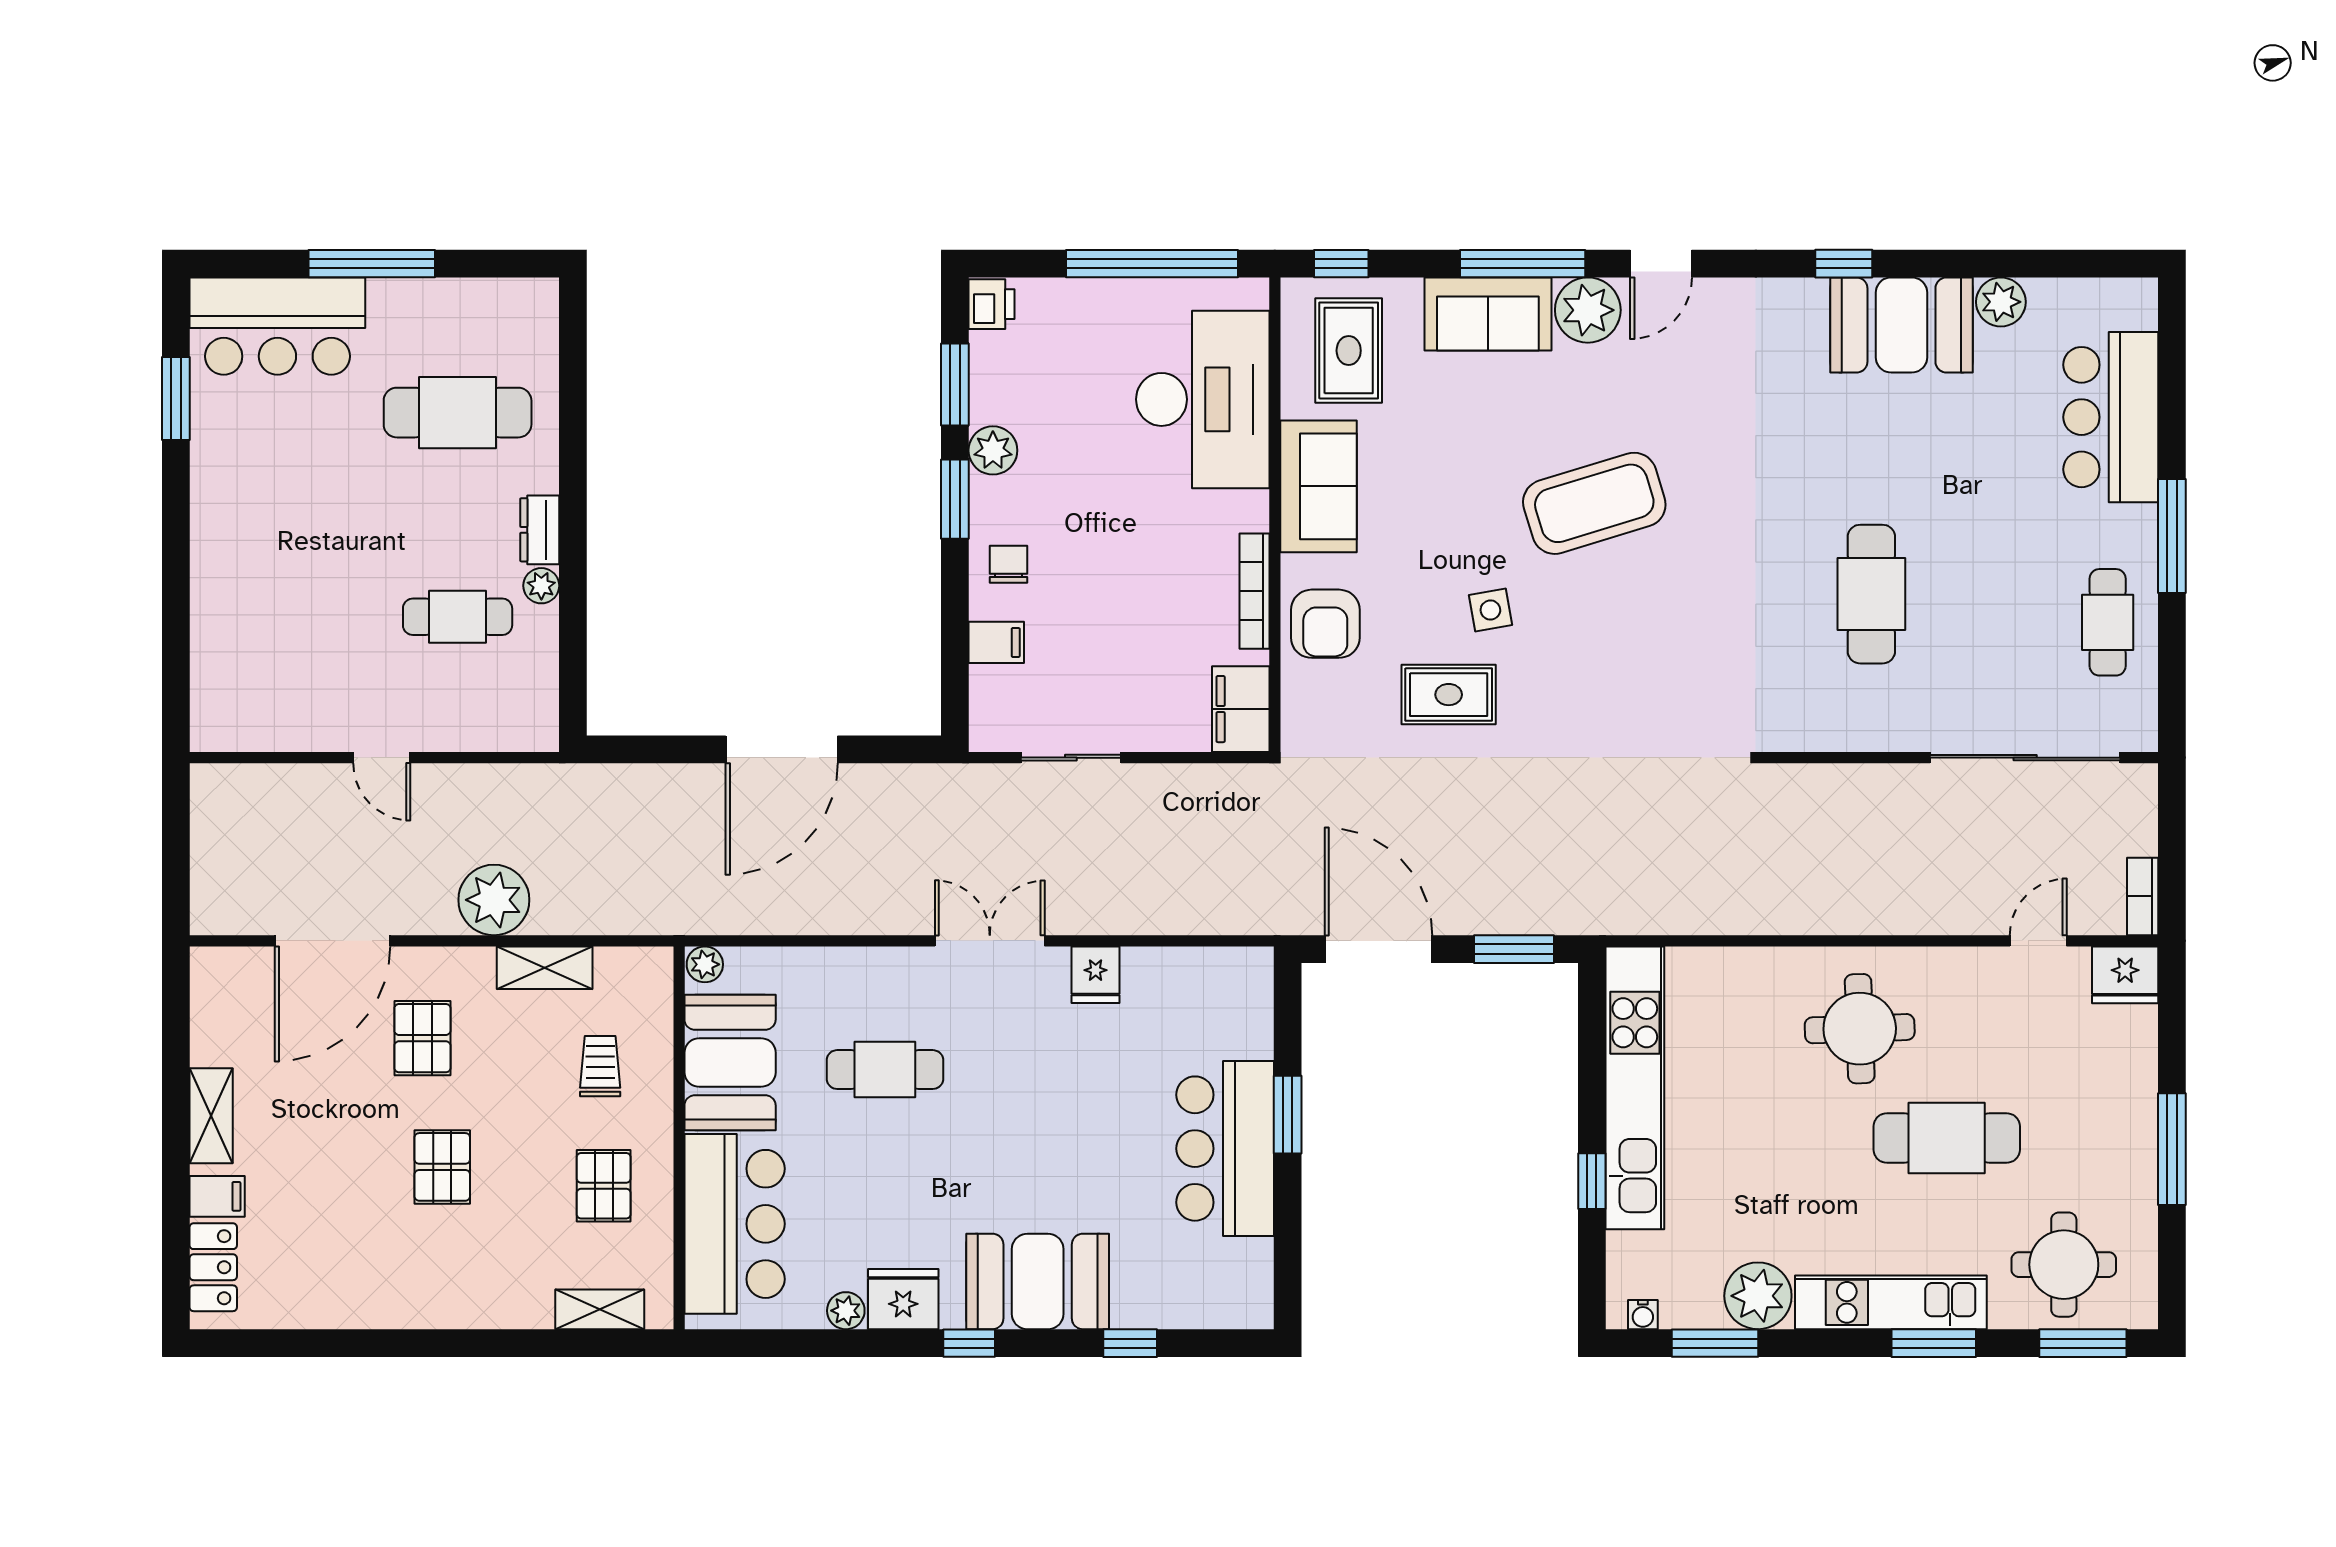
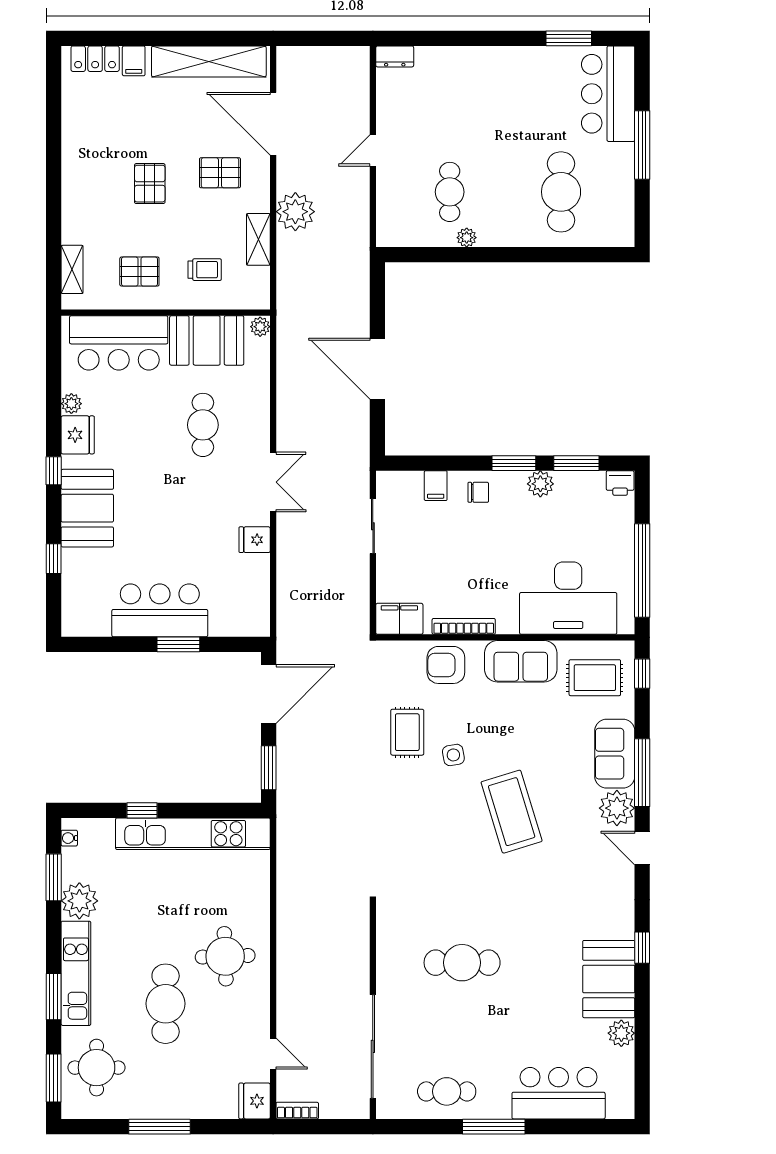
dresser: (540, 530) -> (395, 56), moved, turned 180
shelving: (211, 1116) -> (209, 61), width x2.20, depth x1.33
pallet: (442, 1167) -> (150, 184), turned 90

